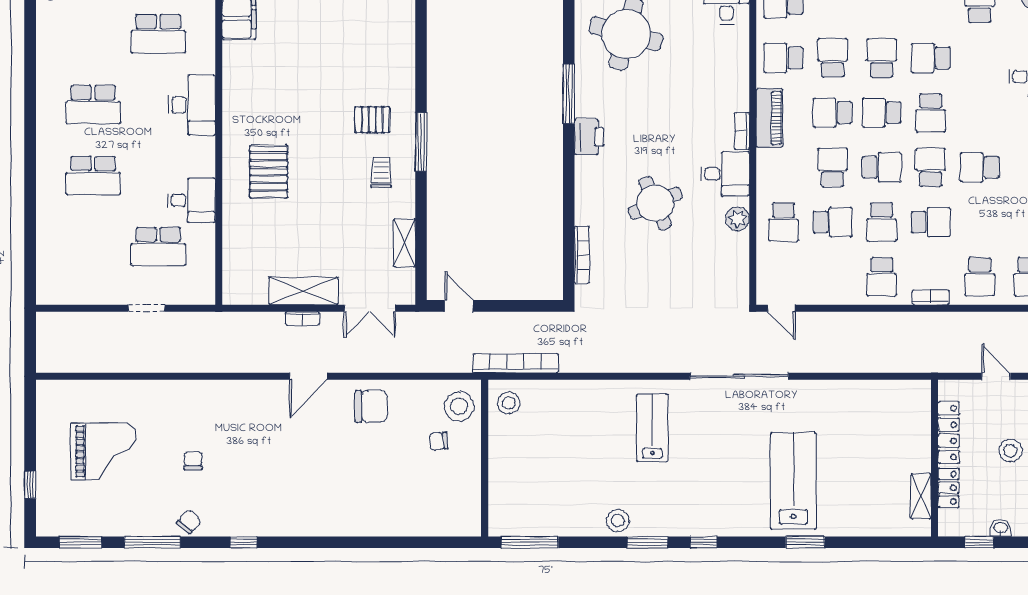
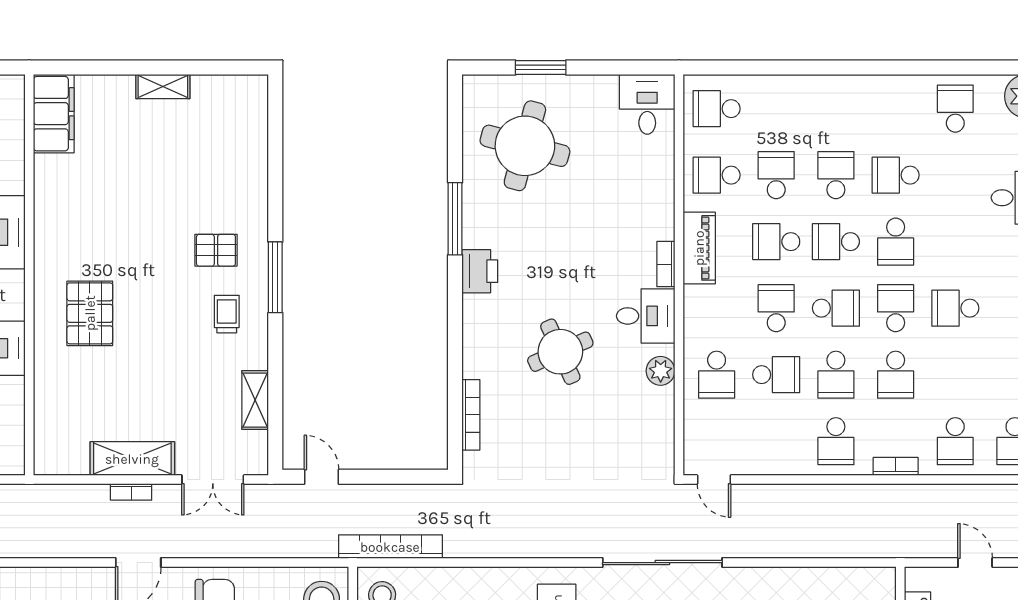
school desk: (931, 222) -> (896, 375), turned 90

